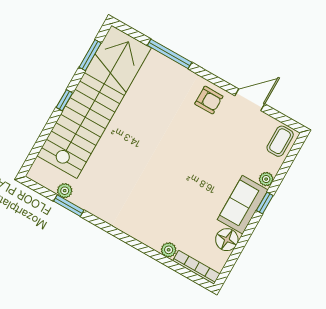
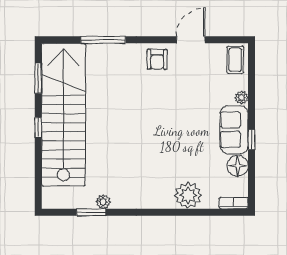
armchair: (209, 100) -> (157, 59), turned 90
plant: (65, 191) -> (103, 202), moved
window: (265, 203) -> (252, 140), moved
plant: (169, 250) -> (188, 195), width x1.88, depth x1.88
bookcase: (196, 267) -> (234, 203), width x0.64

